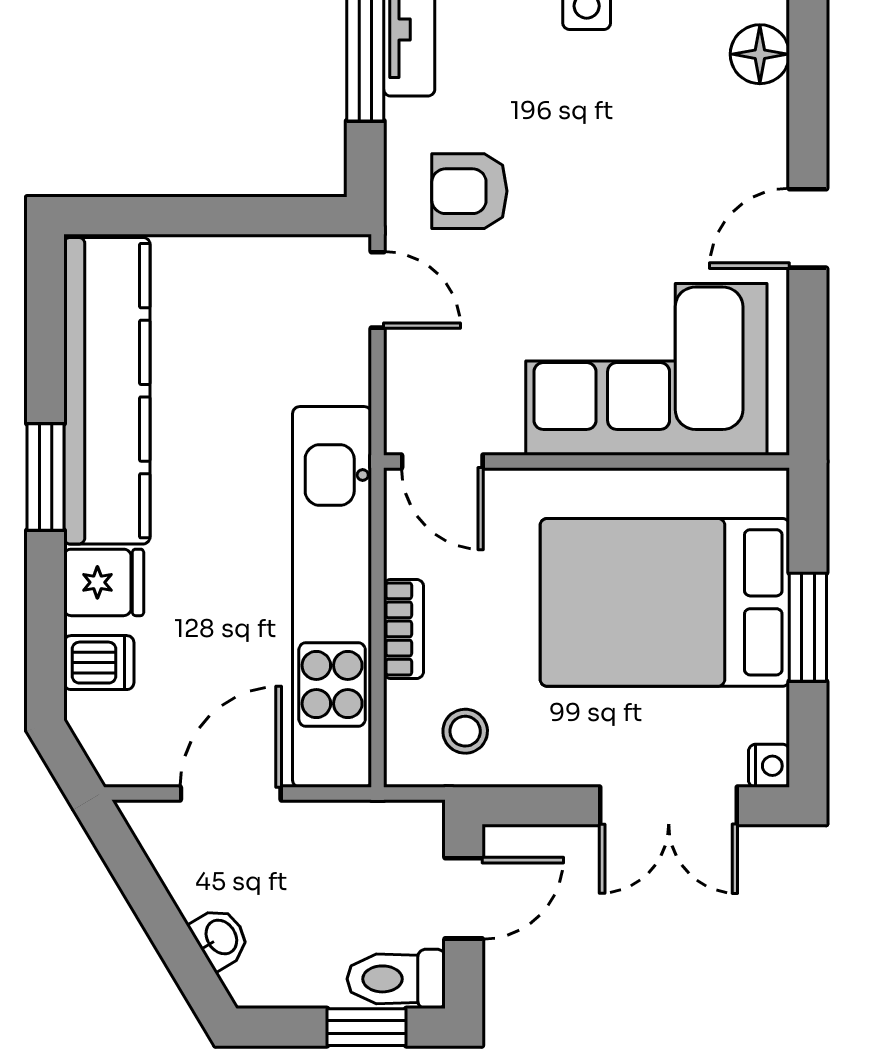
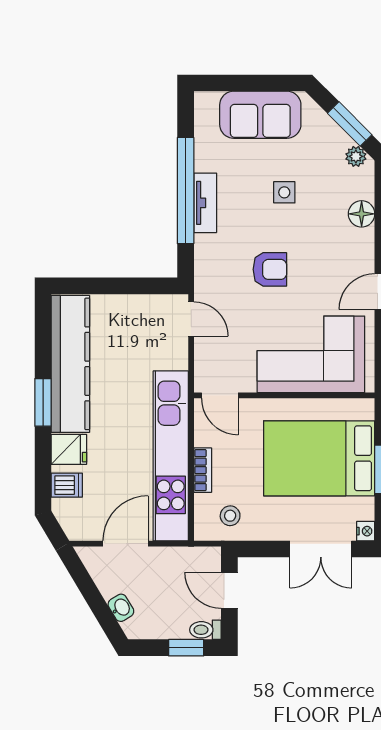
armchair: (469, 191) -> (270, 269), moved, turned 180
door: (464, 898) -> (229, 590), swing flipped
toilet: (396, 979) -> (205, 630), width x0.73, depth x0.72

